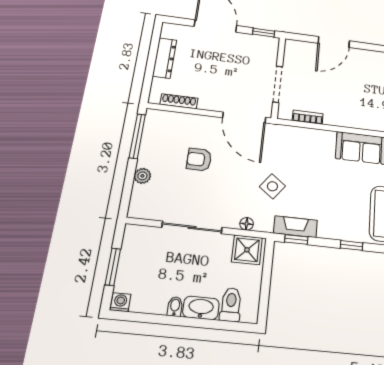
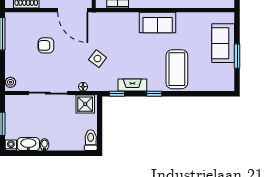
plant: (142, 176) -> (10, 82), moved
fireplace: (295, 227) -> (132, 85), moved
toilet: (231, 305) -> (91, 140), moved
washbasin: (201, 308) -> (28, 144), moved

